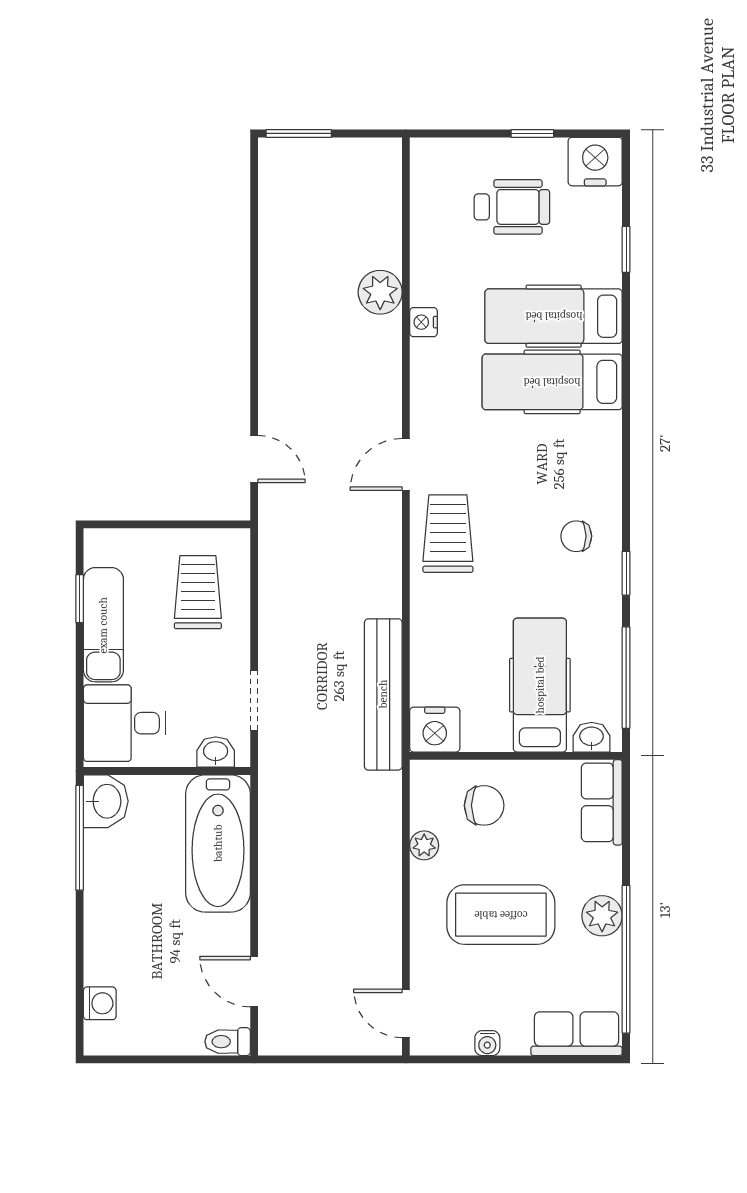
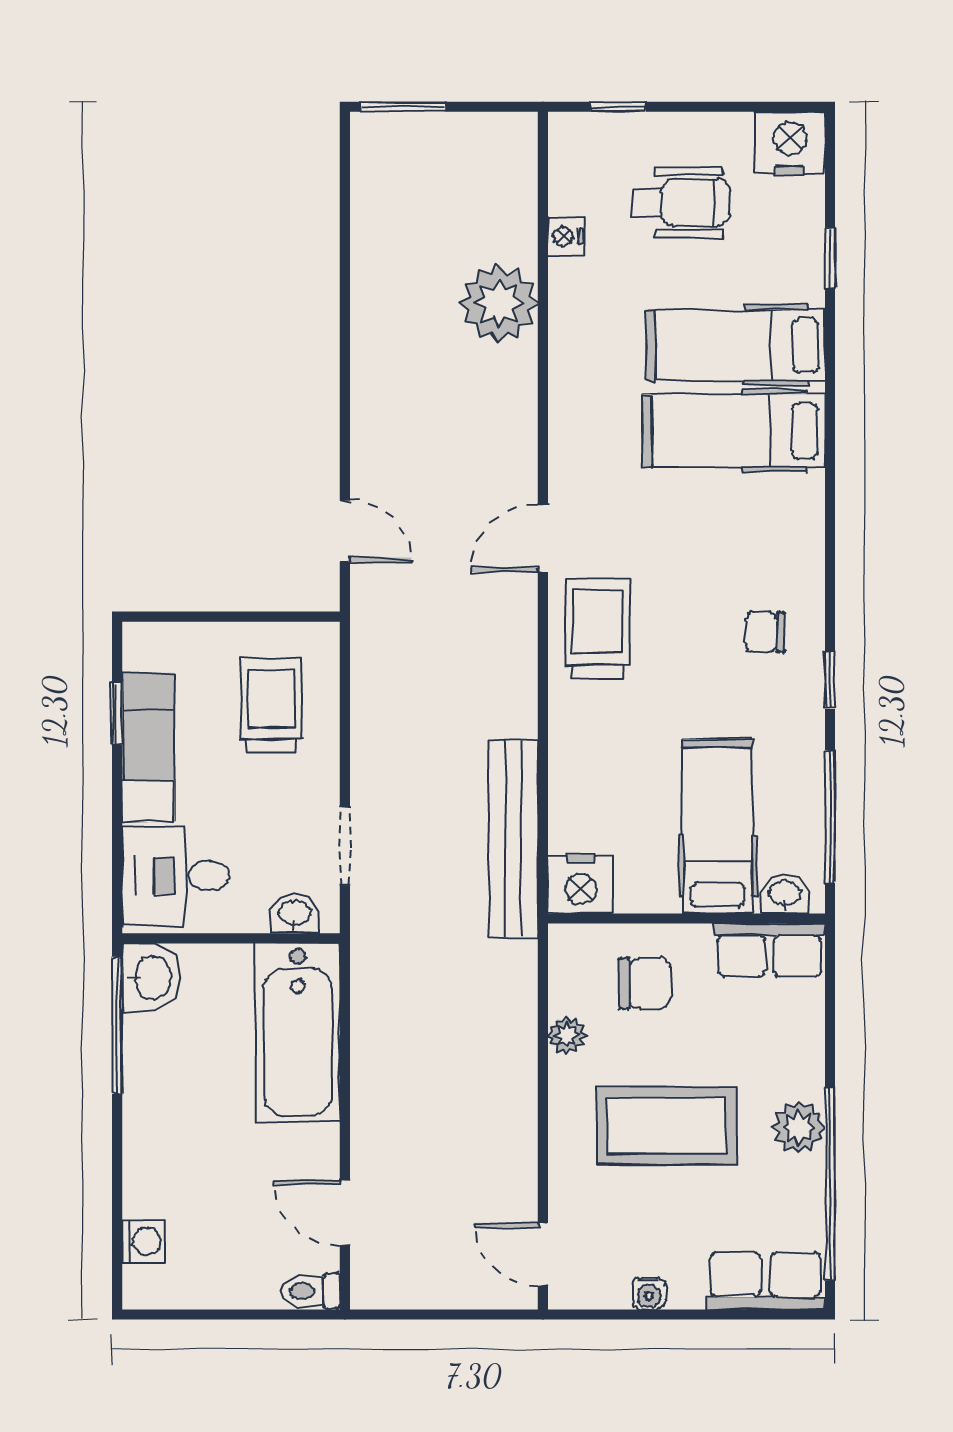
window: (532, 133) -> (618, 107), moved
plant: (380, 292) -> (499, 303), width x1.36, depth x1.36
nightstand: (423, 322) -> (566, 236), moved
row of seats: (602, 802) -> (769, 950), moved, turned -90

